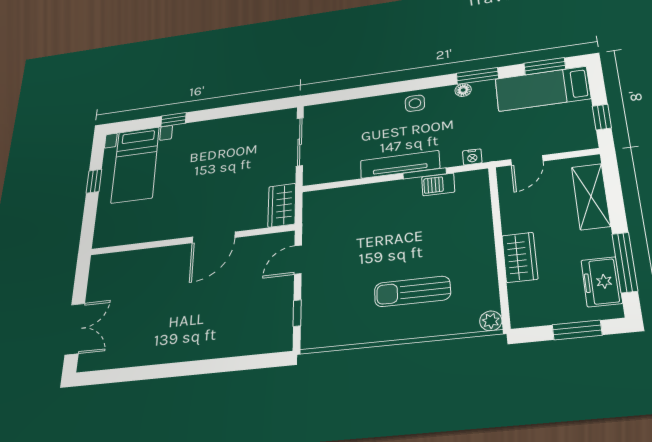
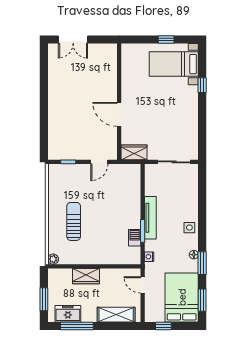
bed: (543, 89) -> (182, 297), width x1.50
door: (298, 260) -> (99, 162), swing flipped

